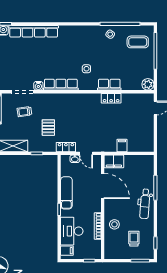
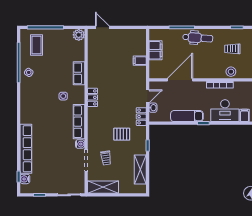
locker: (111, 98) -> (93, 97), moved
filing cabinet: (114, 161) -> (155, 50), moved
stool: (114, 224) -> (231, 72), moved

